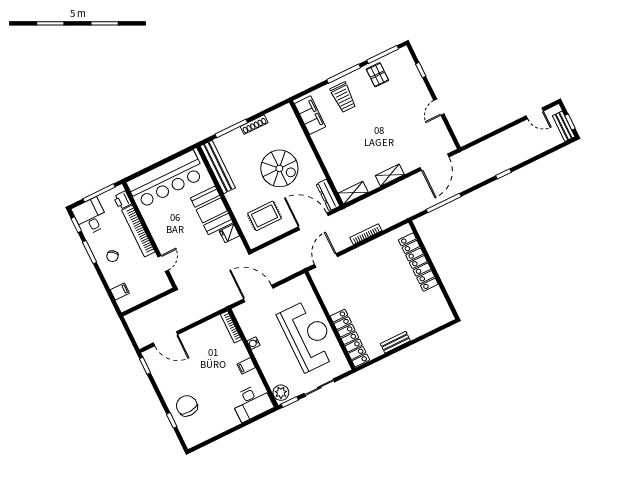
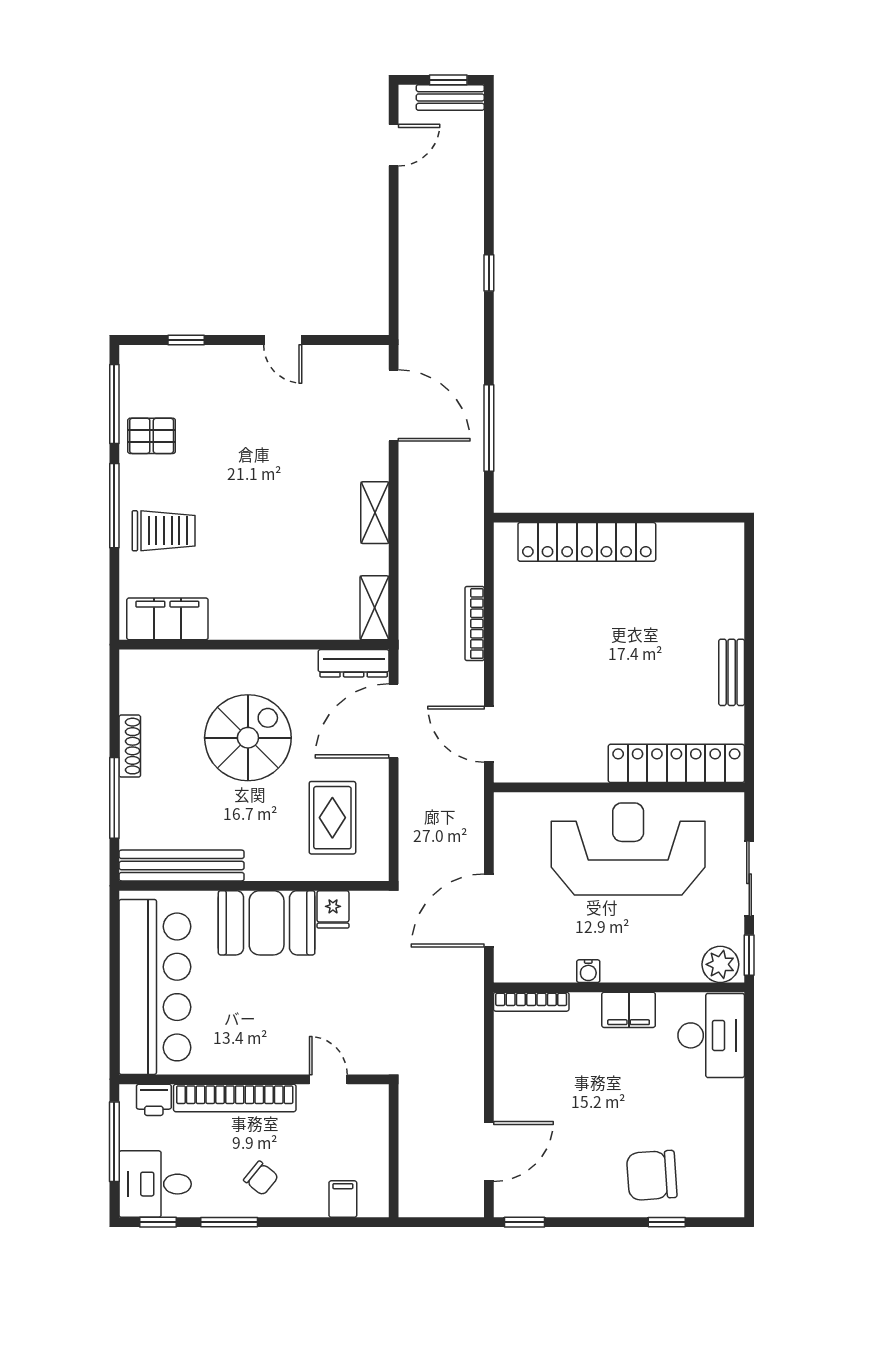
filing cabinet: (246, 366) -> (629, 1010), width x2.00

